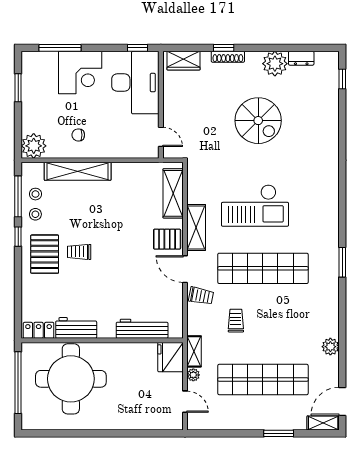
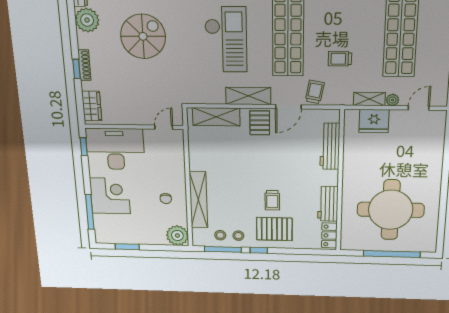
workbench: (76, 328) -> (328, 204), moved
workbench: (142, 329) -> (330, 146), moved
locker: (39, 330) -> (329, 235), moved
wall: (102, 340) -> (340, 182), moved

